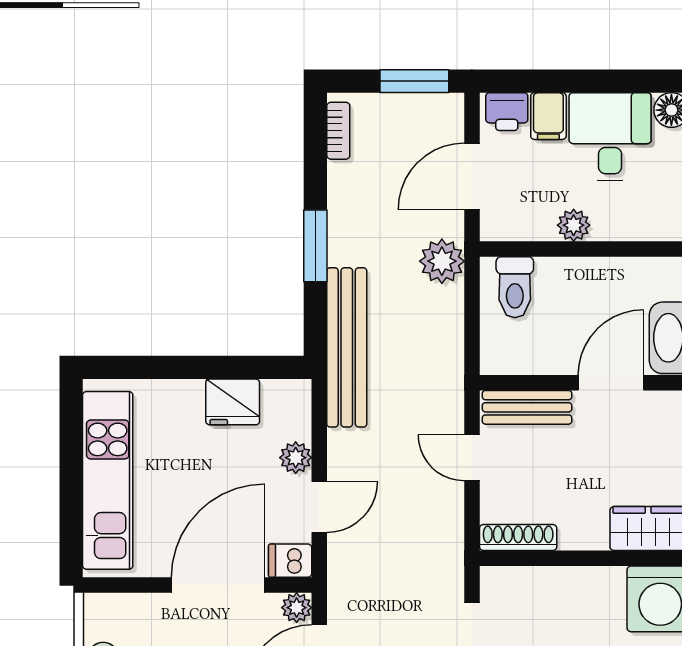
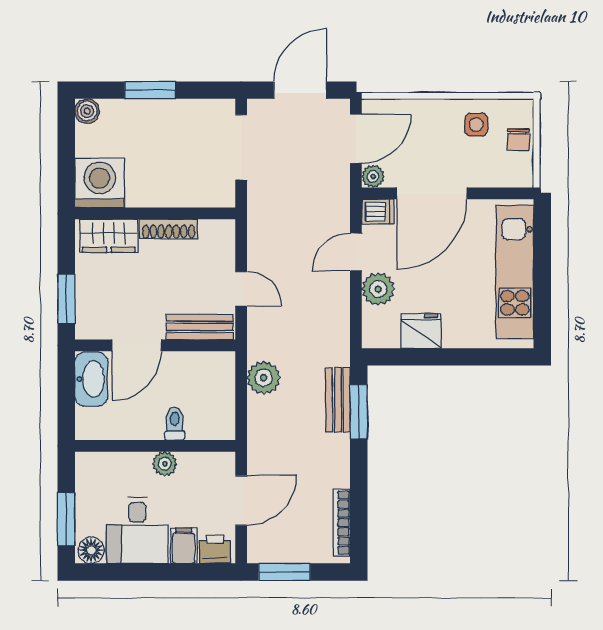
bookcase: (338, 131) -> (342, 523), width x1.56
window: (315, 246) -> (359, 412), moved
plant: (442, 261) -> (264, 378), moved
toilet: (515, 287) -> (175, 423), moved, width x0.73, depth x0.72
bench: (347, 347) -> (338, 400), width x0.54, depth x0.82
plant: (296, 458) -> (378, 289), width x1.38, depth x1.38
shoe rack: (518, 537) -> (169, 229), moved

